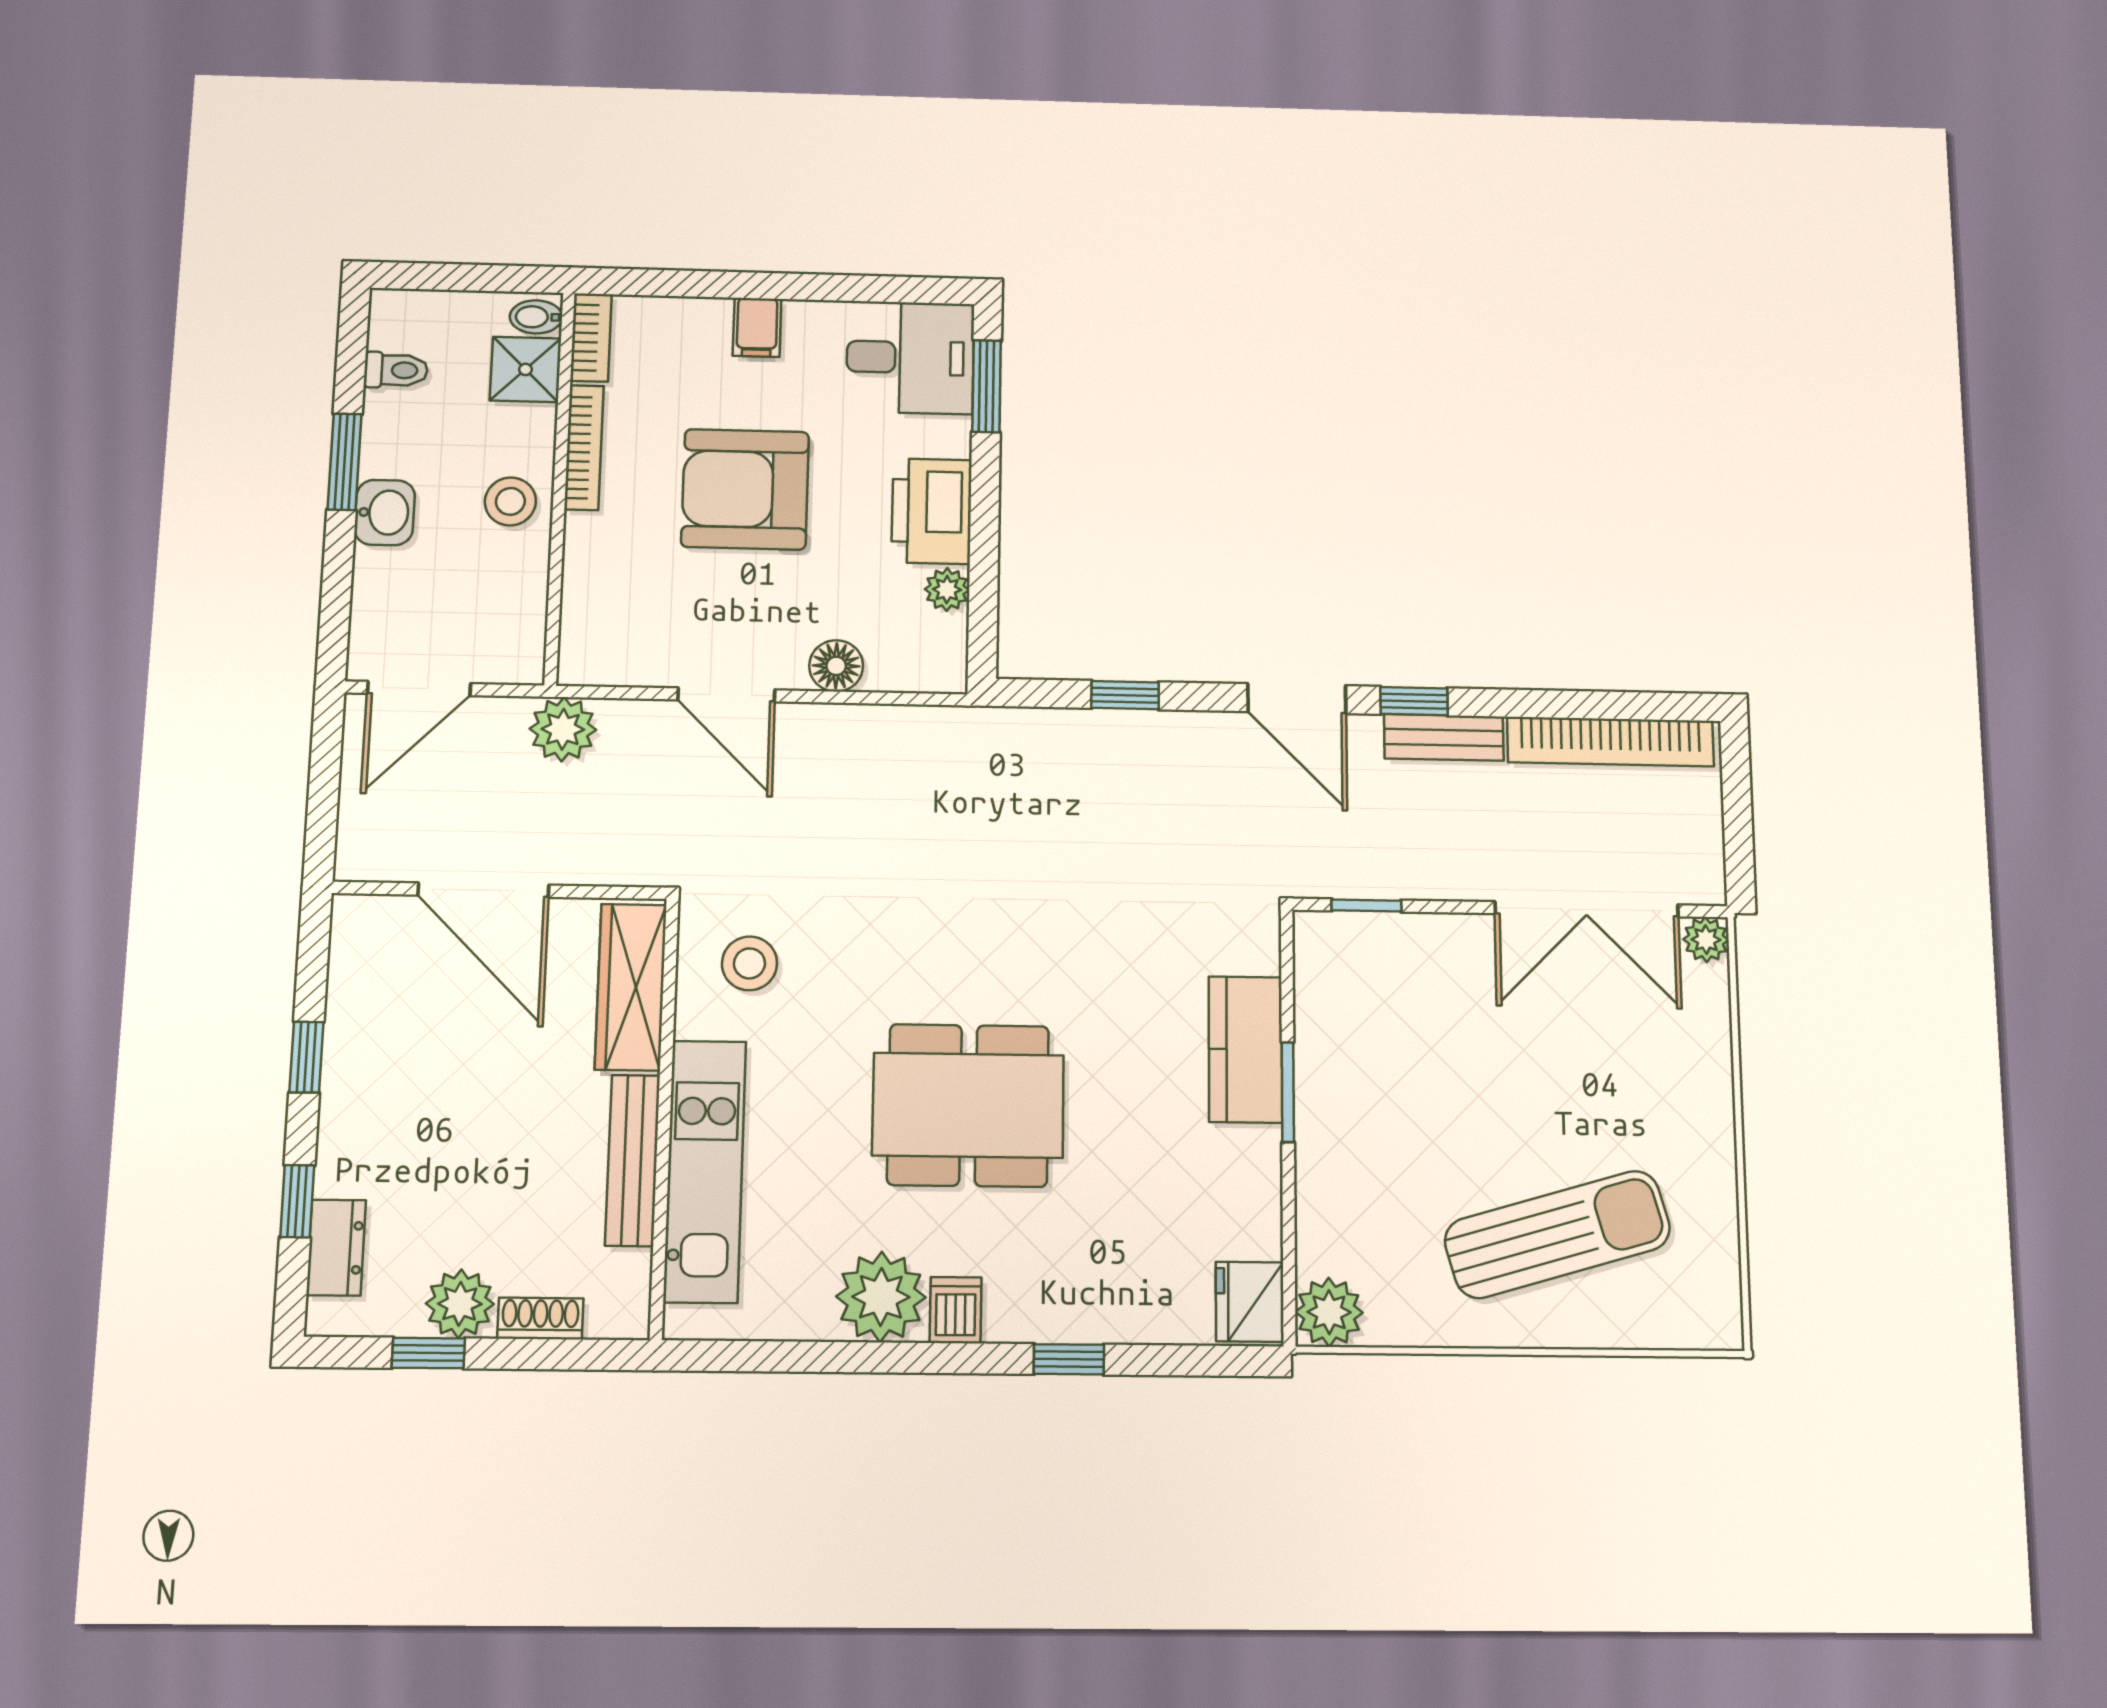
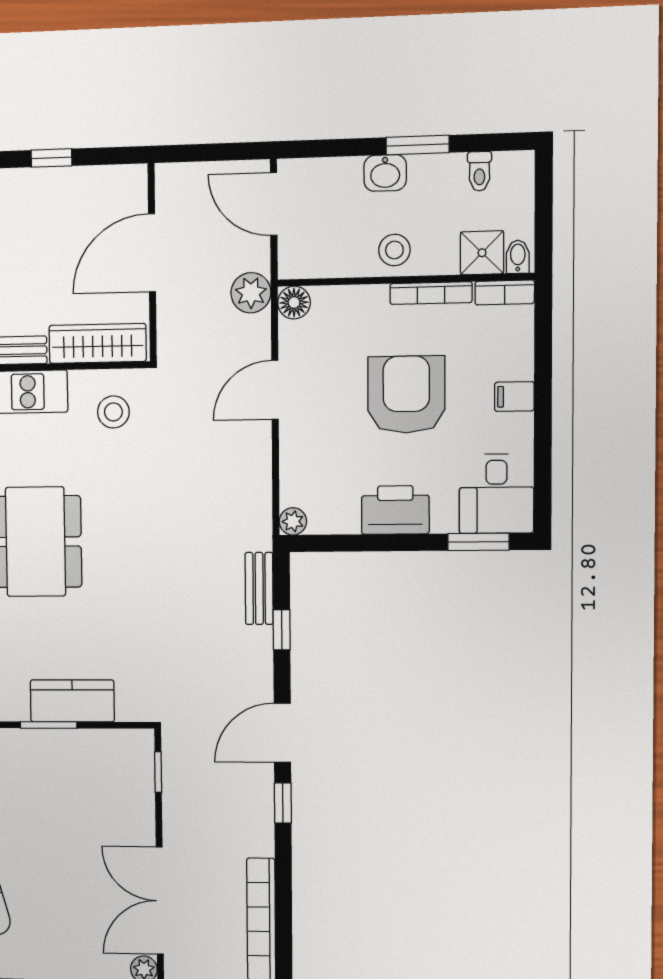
plant: (947, 590) -> (293, 521), moved
floor lamp: (836, 666) -> (294, 303), moved
bench: (1444, 737) -> (259, 588), moved

